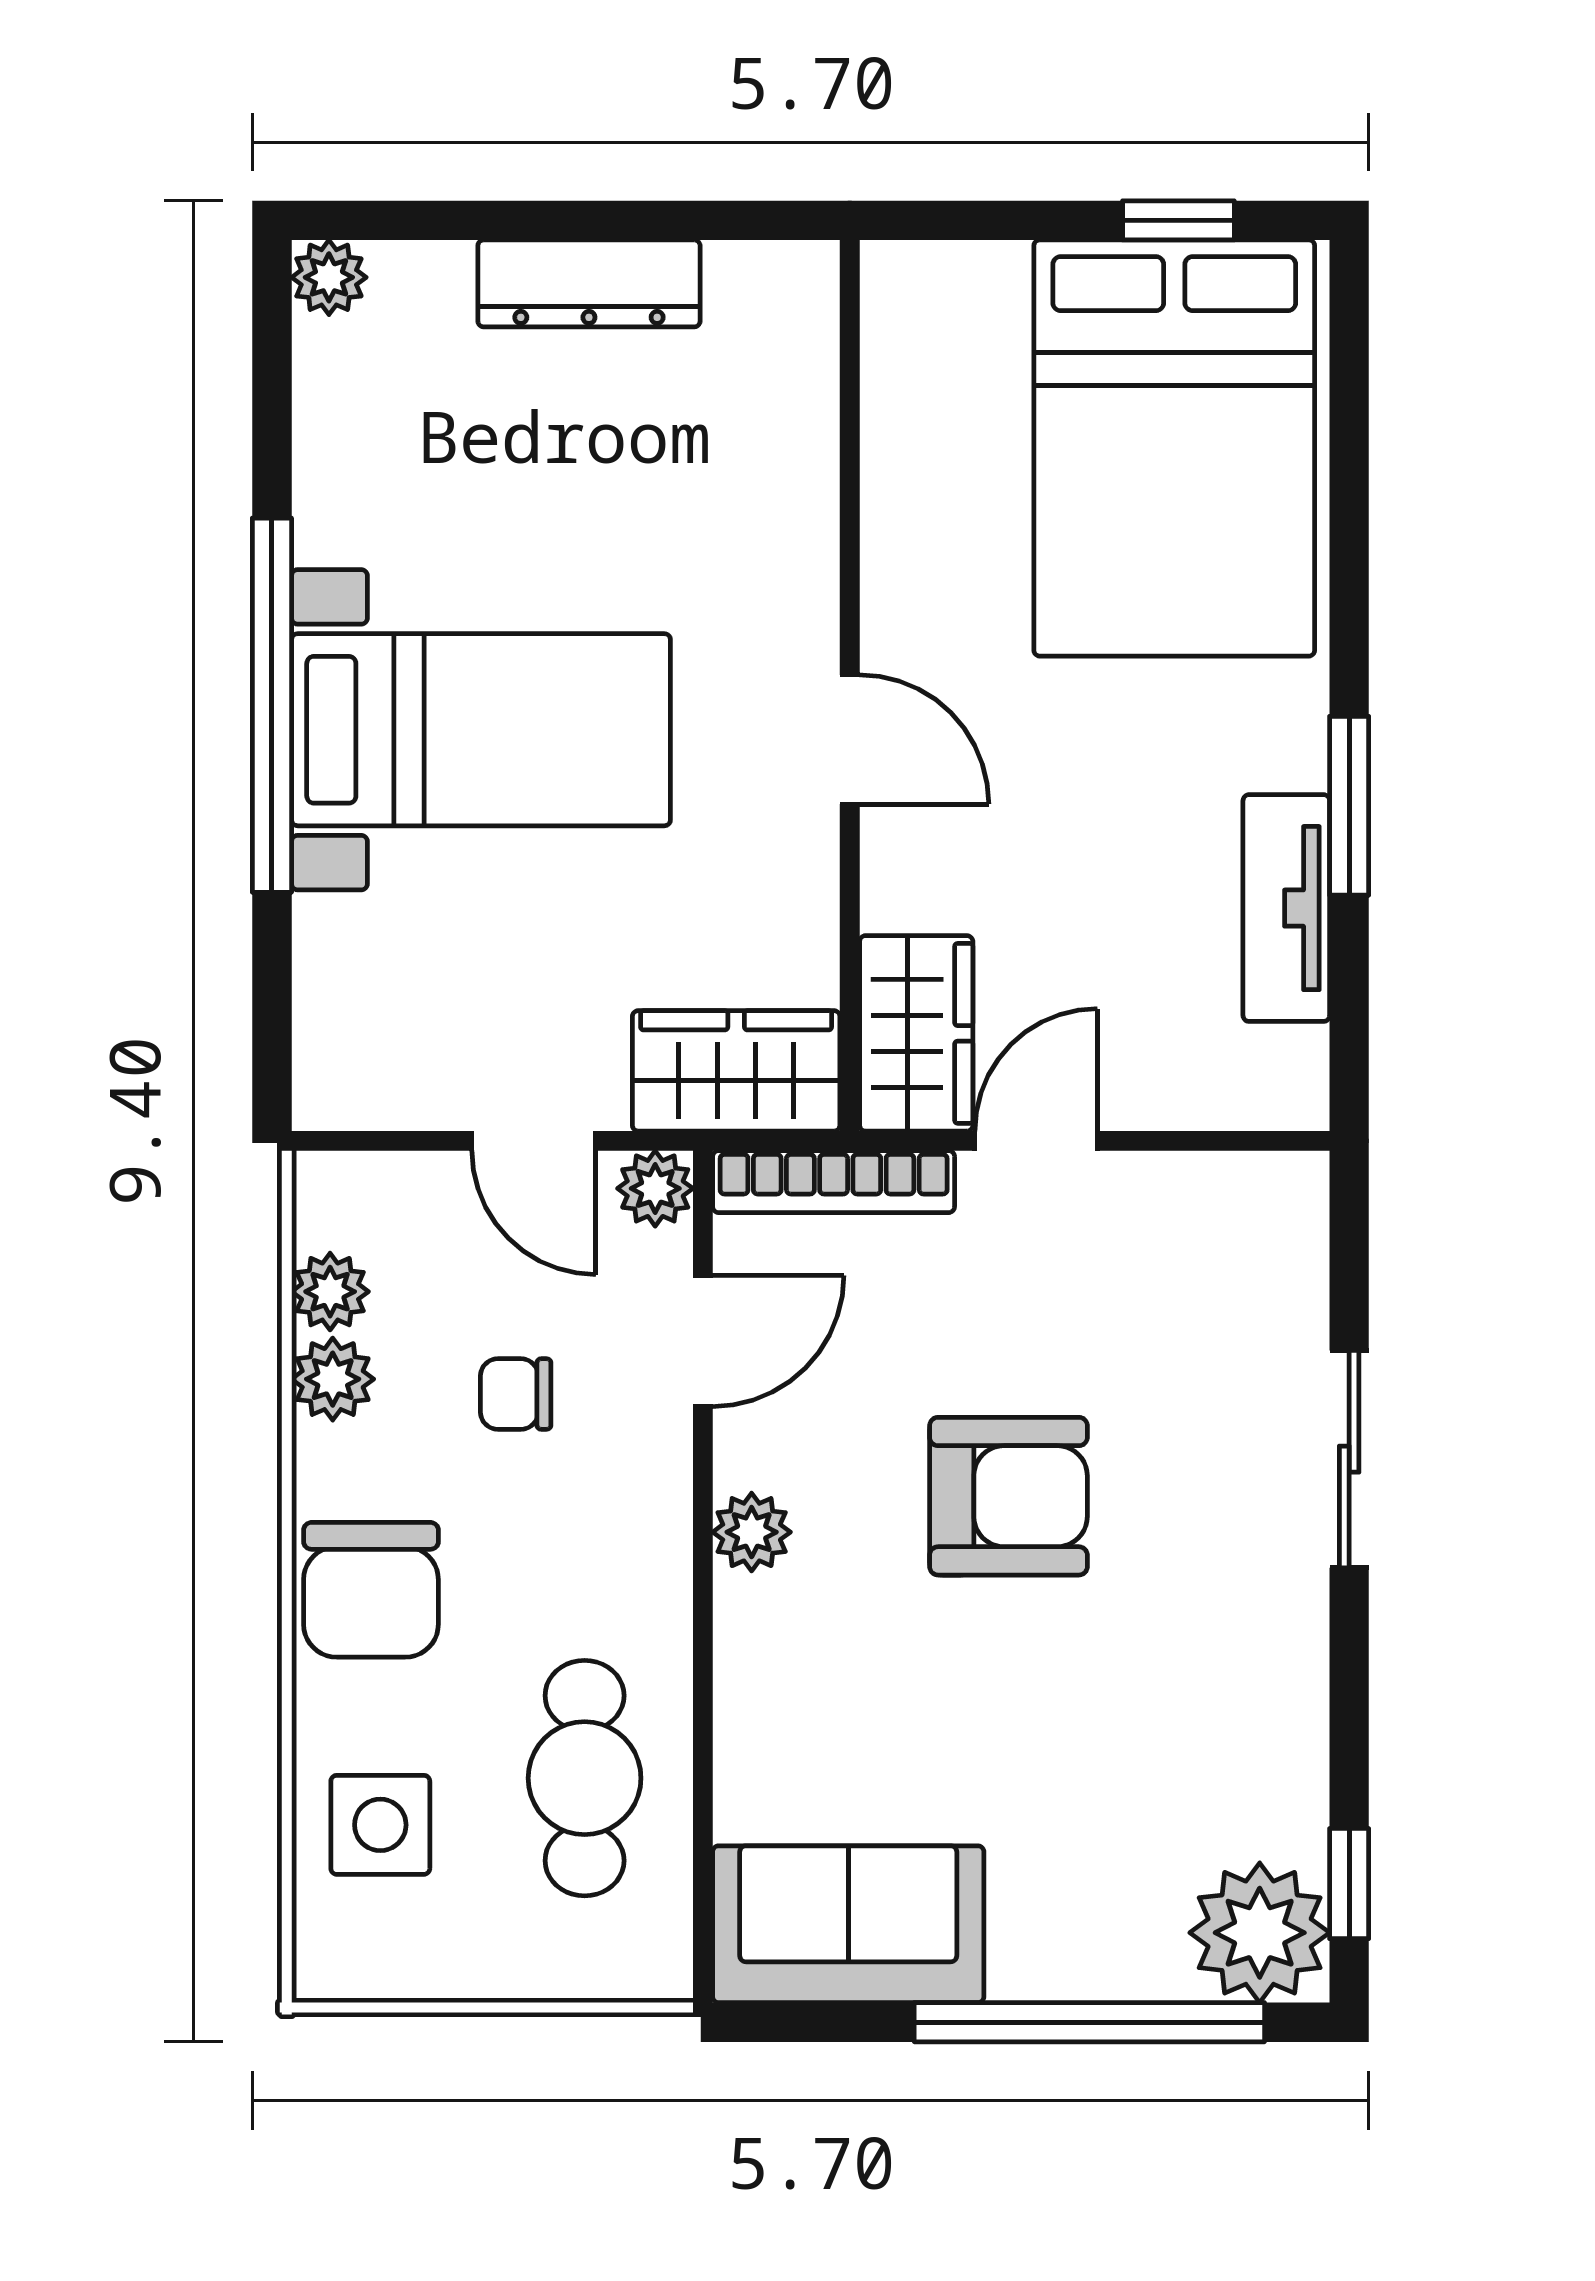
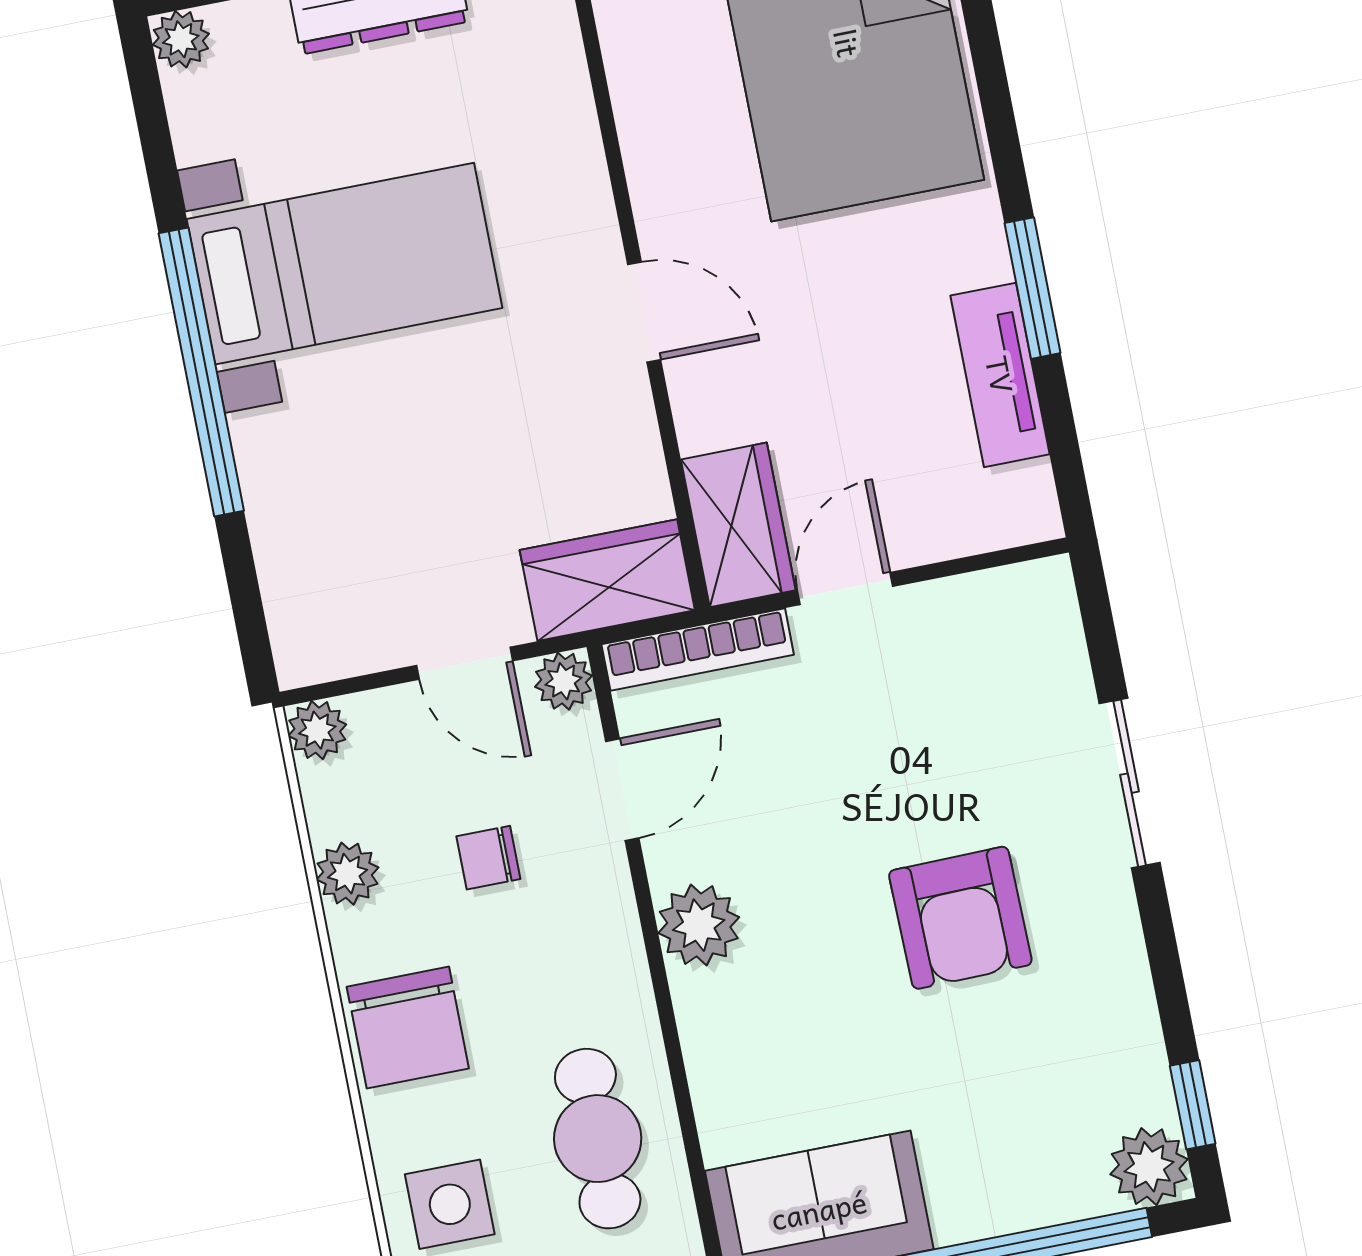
bed with nightstands: (481, 730) -> (345, 264), moved
plant: (330, 1292) -> (317, 730), moved
armchair: (1008, 1496) -> (960, 918), moved, turned 89
plant: (752, 1532) -> (699, 925), width x1.38, depth x1.38
plant: (1260, 1933) -> (1149, 1167), width x0.73, depth x0.73

